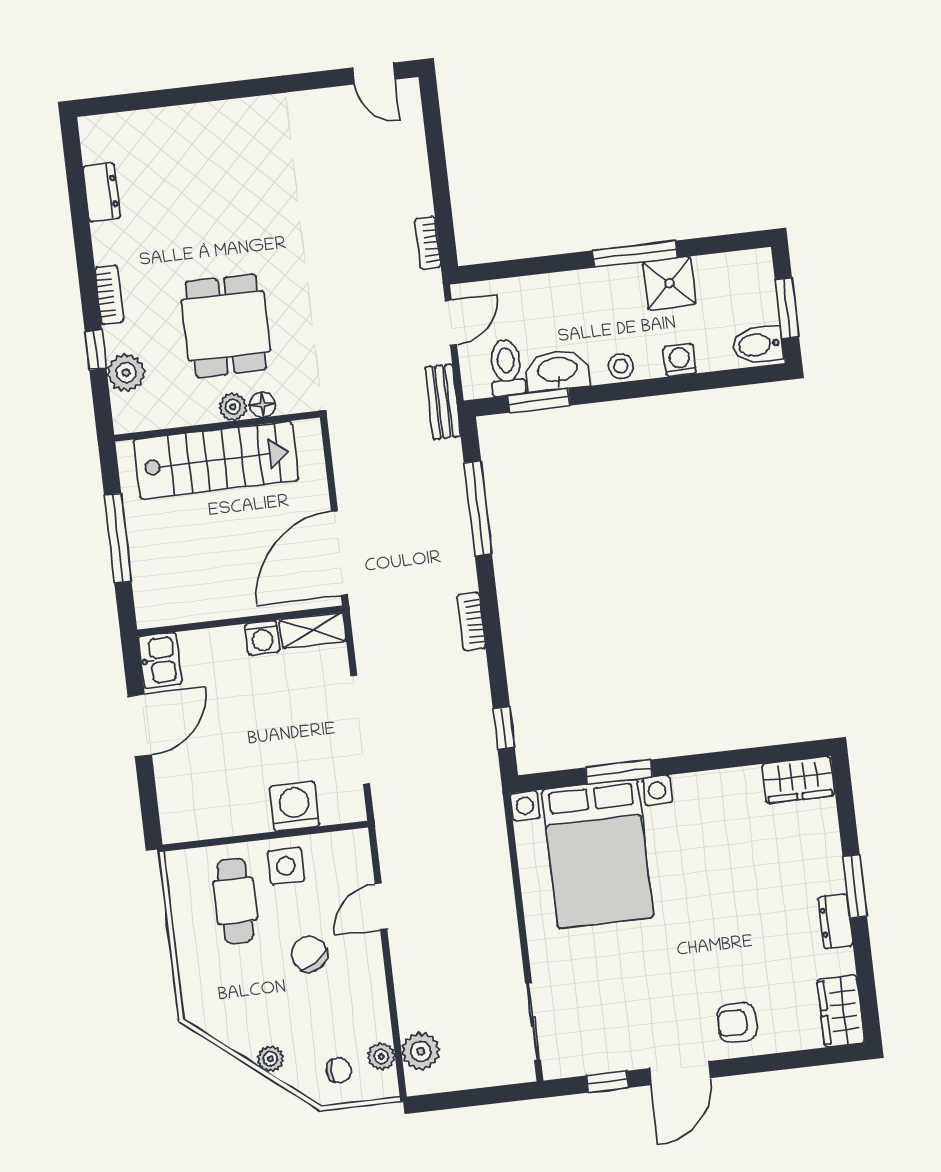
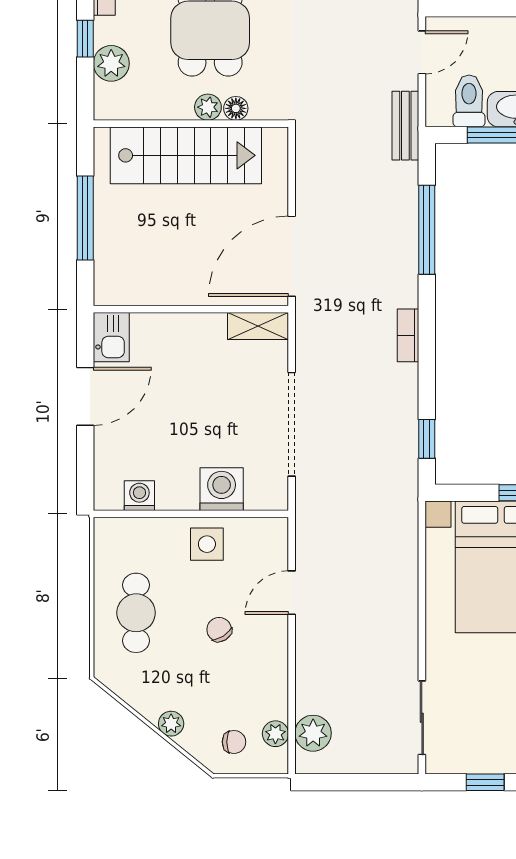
washing machine: (262, 638) -> (139, 496), moved, turned 180
cafe table: (235, 901) -> (136, 613), moved
chair: (309, 954) -> (219, 630), width x0.73, depth x0.73

